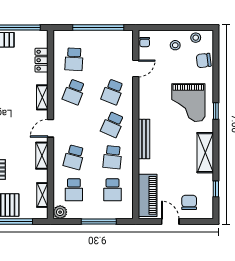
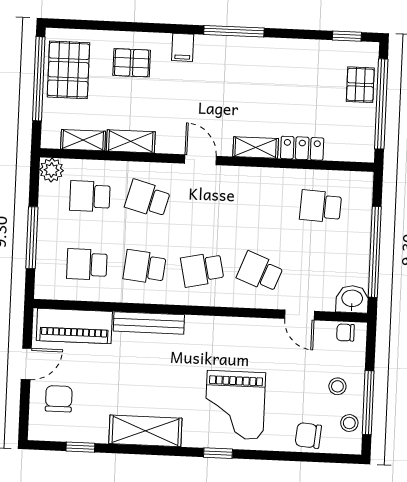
window: (184, 27) -> (368, 403), added
washbasin: (126, 39) -> (352, 299), added
locker: (42, 60) -> (302, 148), moved
chair: (204, 60) -> (308, 435), turned -78
school desk: (74, 92) -> (263, 204), removed
grand piano: (188, 103) -> (235, 405), turned -90
school desk: (113, 124) -> (202, 269), turned -36
bench: (144, 139) -> (149, 323), moved
shelving: (42, 156) -> (131, 141), moved
chair: (189, 202) -> (59, 399), turned -90

